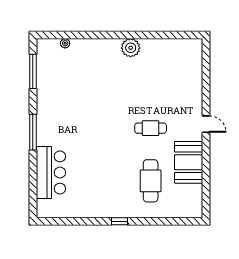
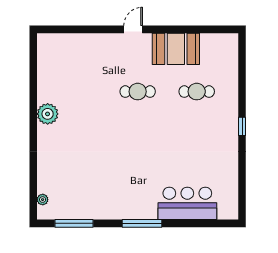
plant: (65, 43) -> (43, 200), moved
cafe table: (151, 128) -> (138, 92), turned 90
cafe table: (151, 181) -> (197, 92), width x0.73, depth x0.74

